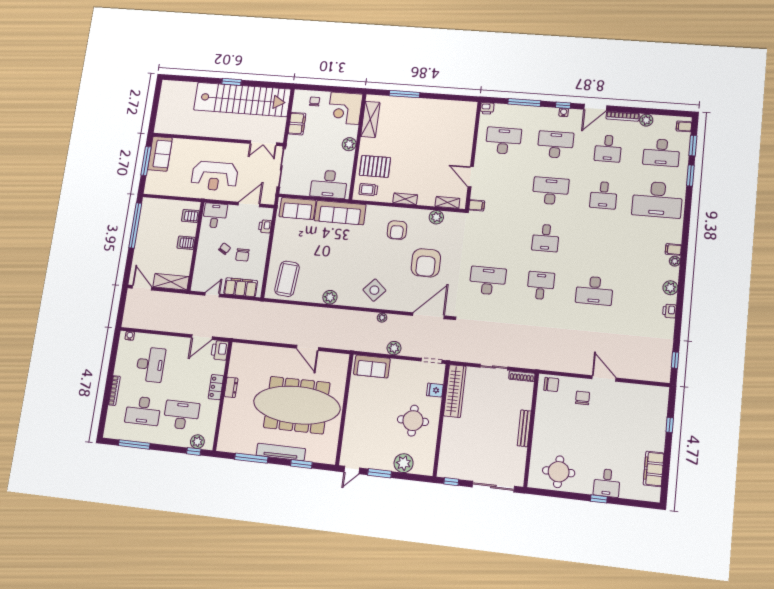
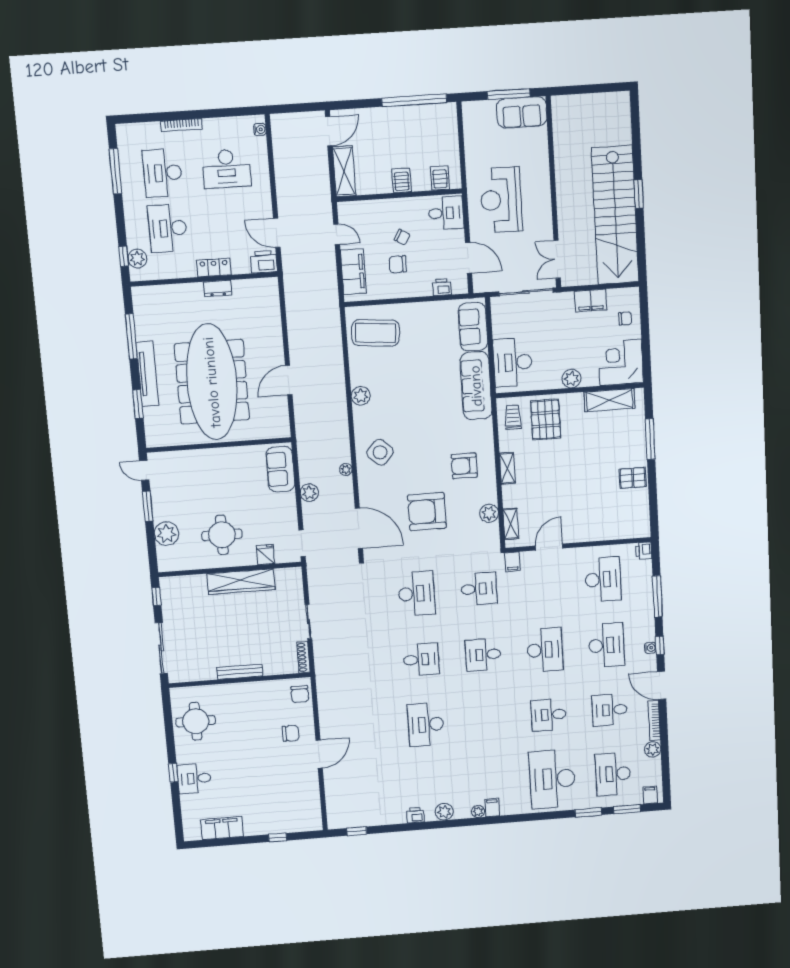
pallet: (431, 110) -> (633, 478), added
desk: (493, 233) -> (479, 589), added
wardrobe: (455, 391) -> (241, 582), moved
desk: (181, 415) -> (168, 228), turned 180

